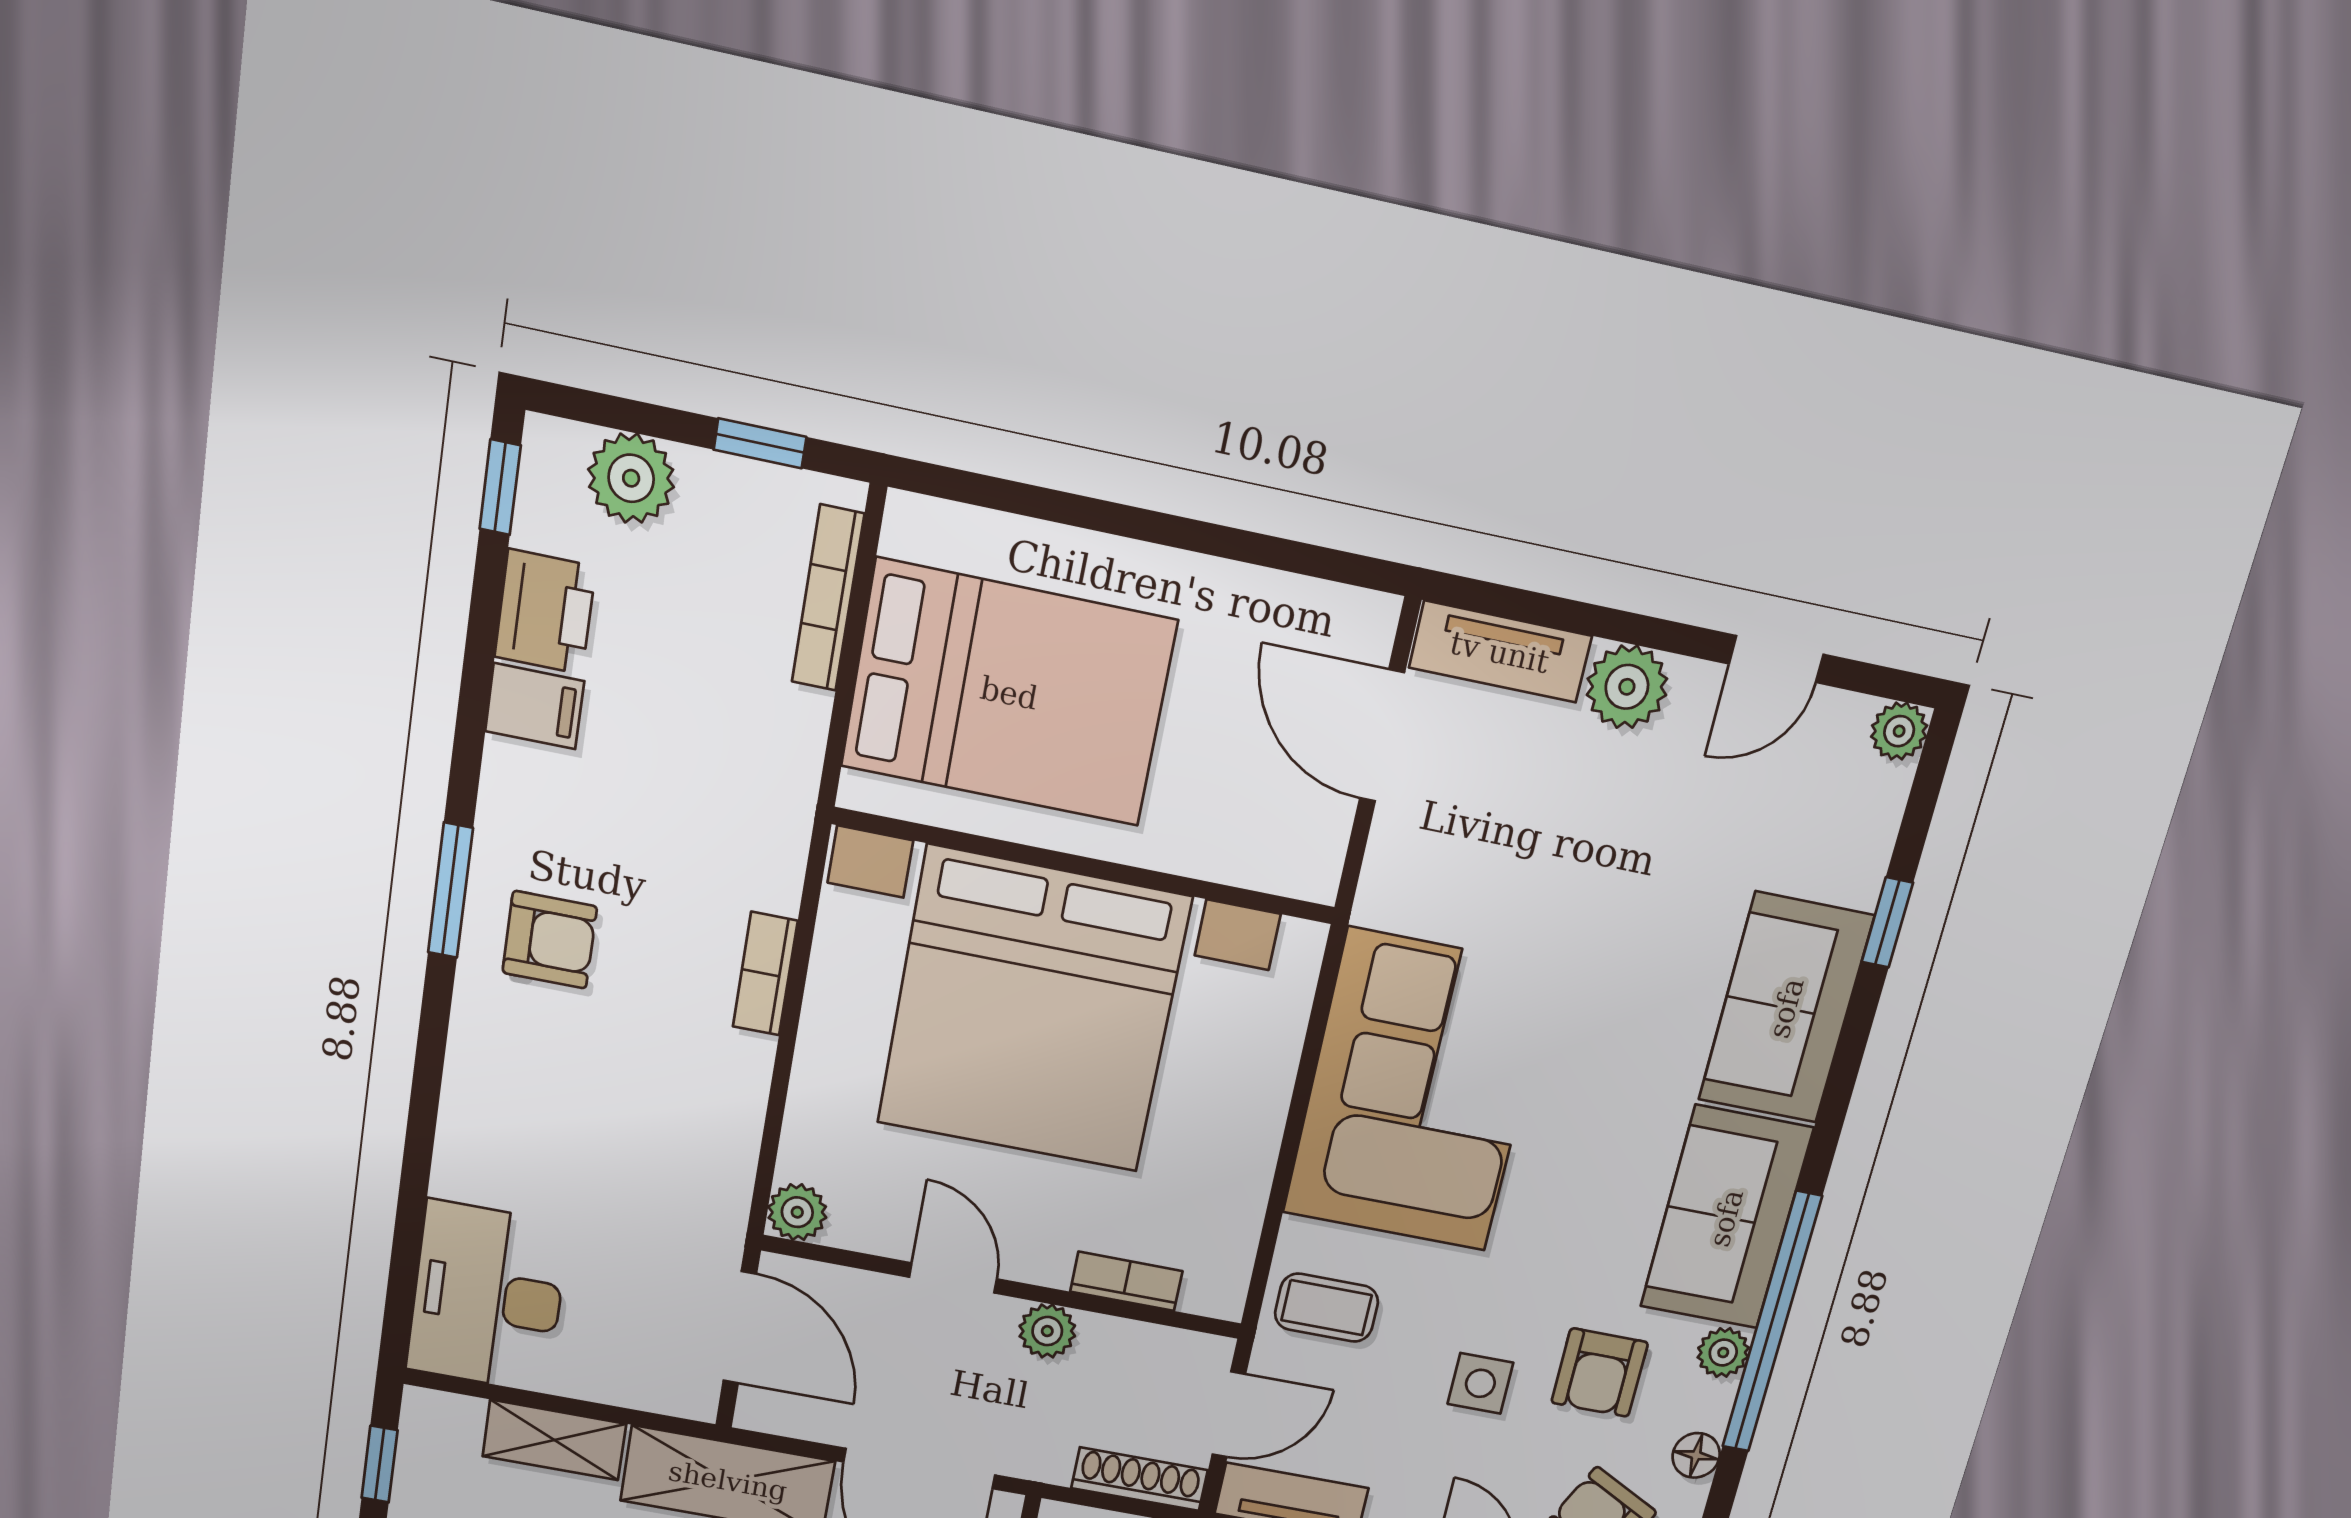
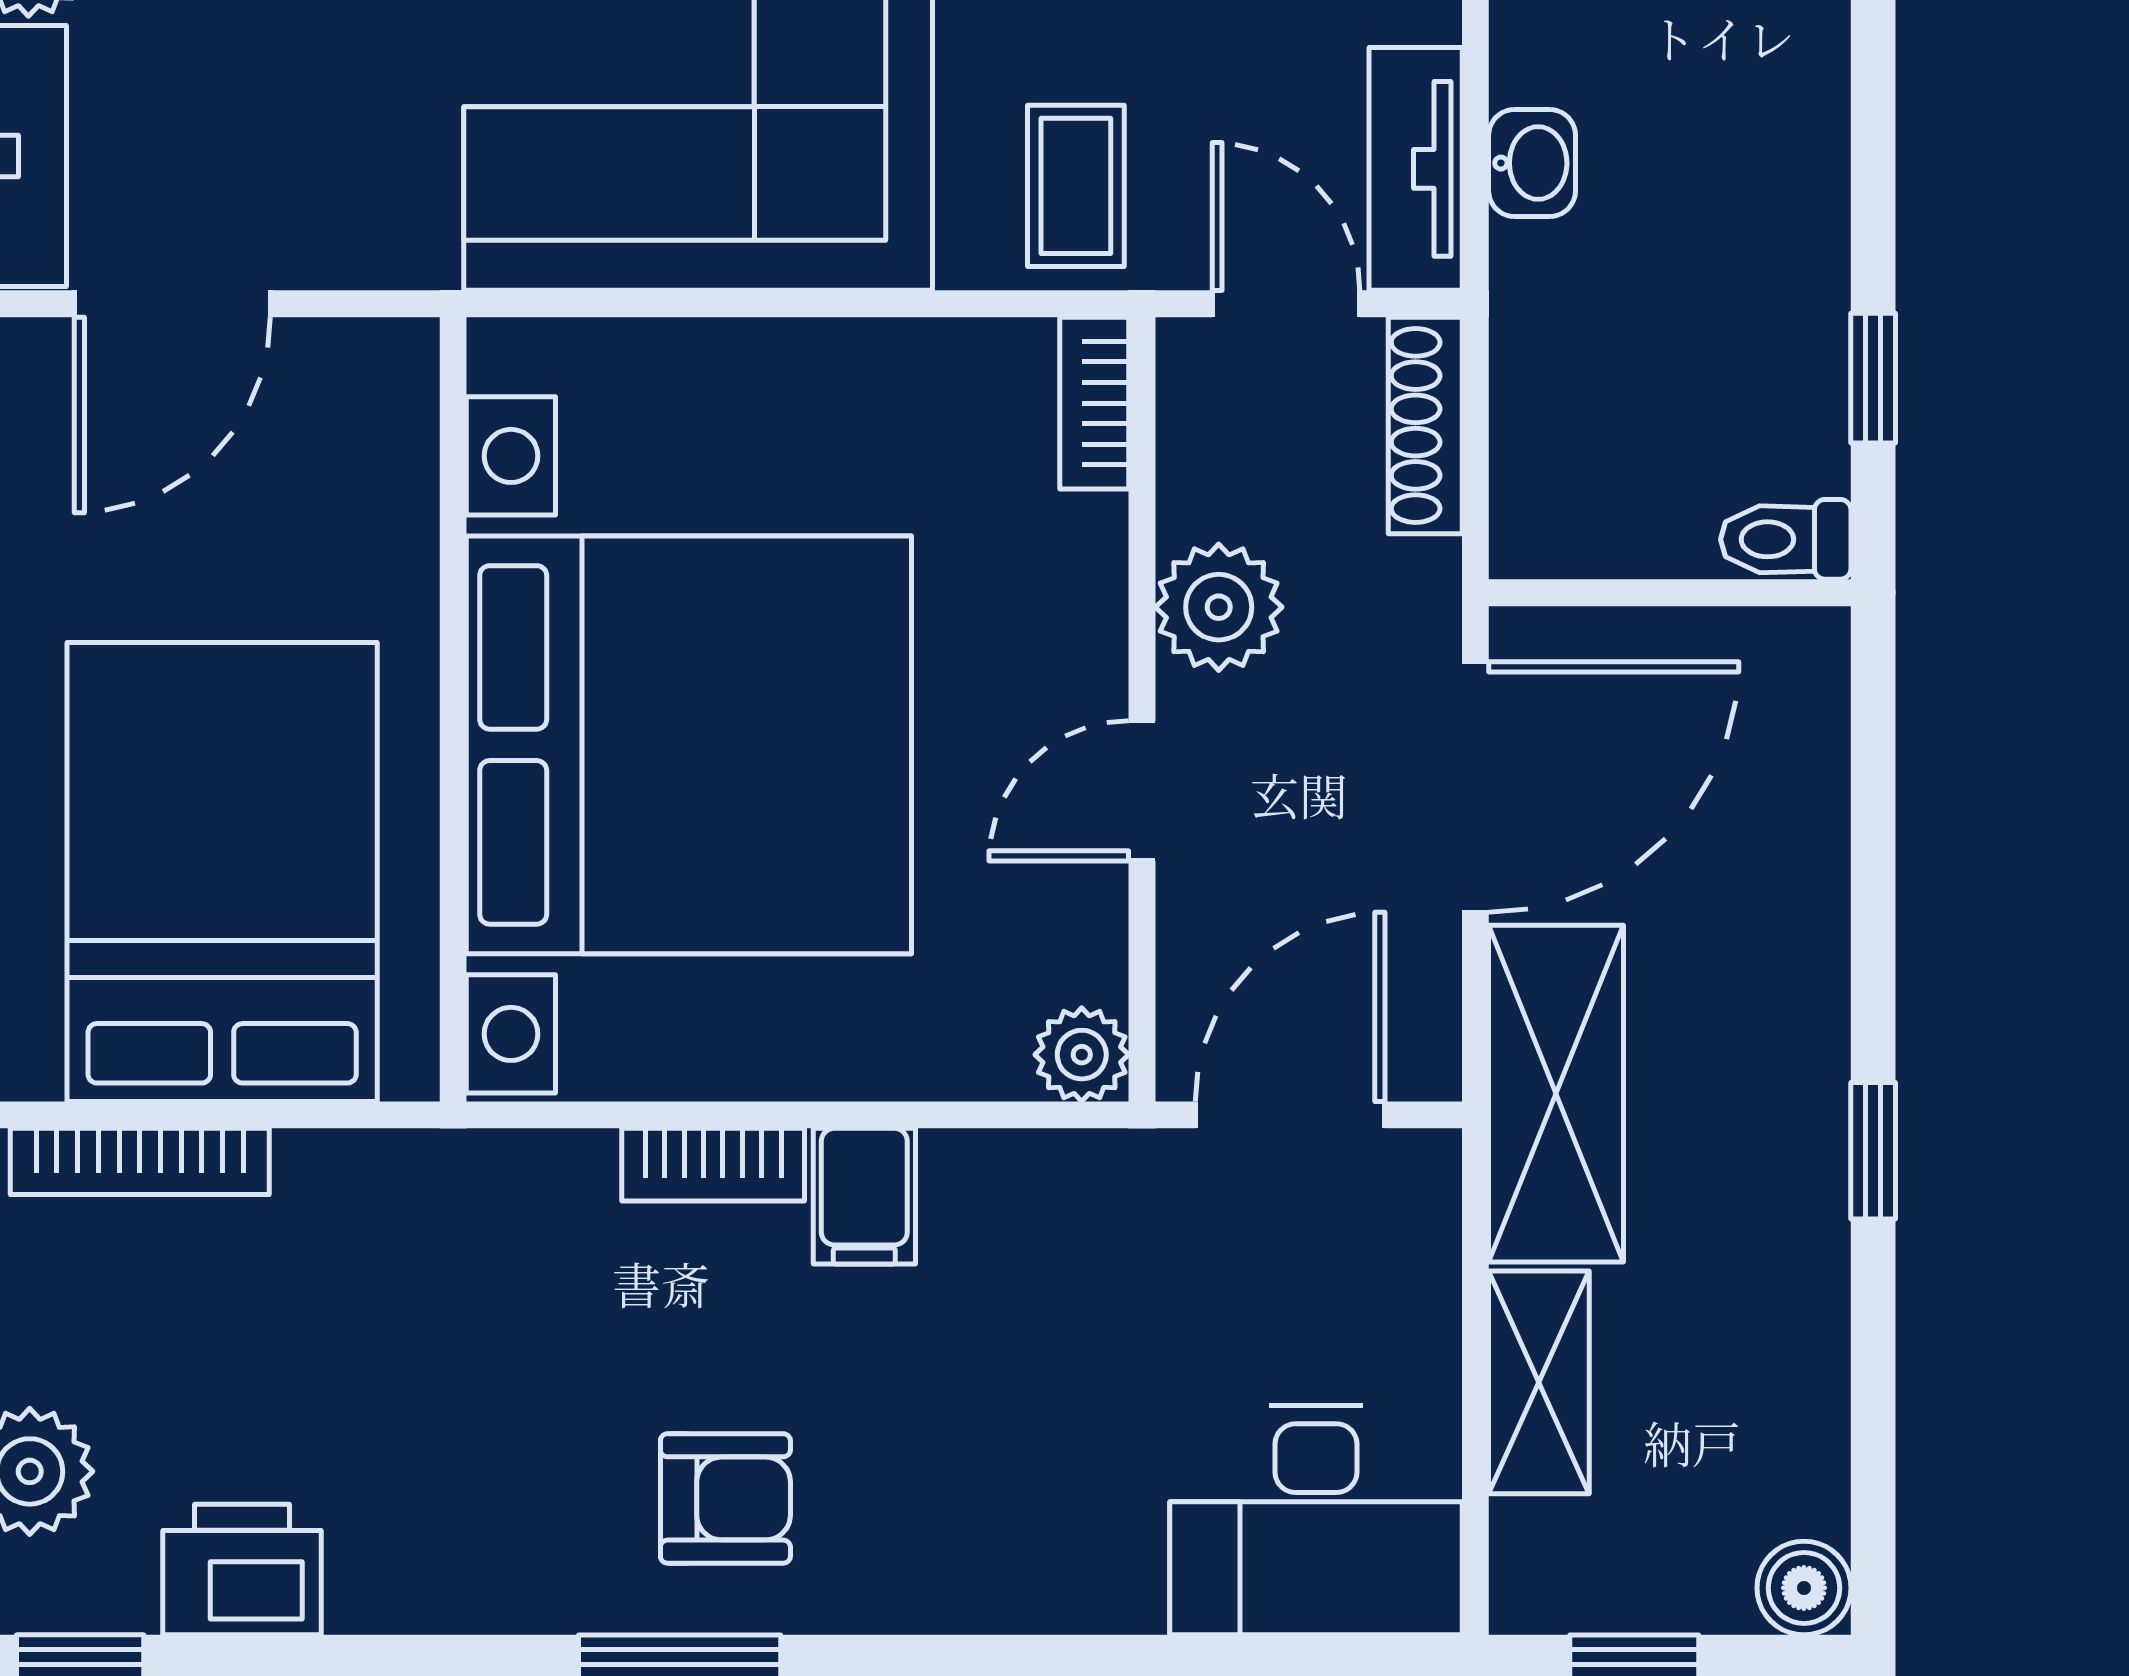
filing cabinet: (535, 706) -> (864, 1196), moved, turned 180
armchair: (550, 940) -> (725, 1498), turned 90
bookcase: (1126, 1281) -> (1094, 403), moved
plant: (1047, 1331) -> (1219, 607), width x1.38, depth x1.38

